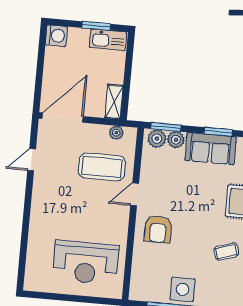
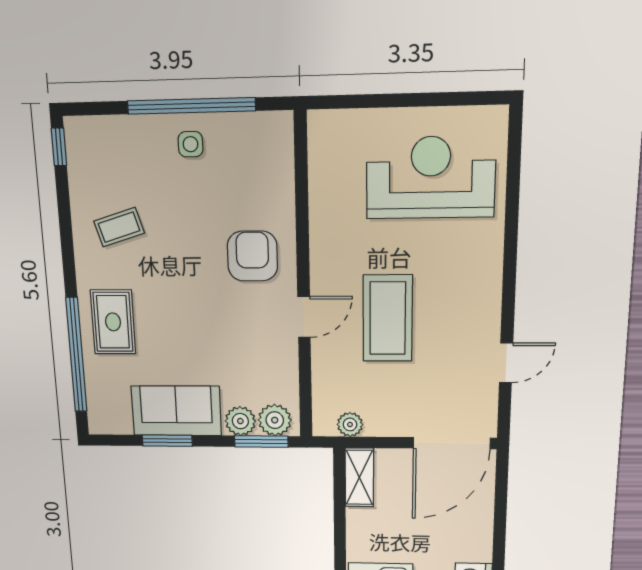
coffee table: (102, 167) -> (388, 318), moved, turned 90
reception desk: (86, 263) -> (431, 177), moved
side table: (183, 289) -> (190, 144), width x0.54, depth x0.54

